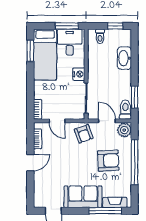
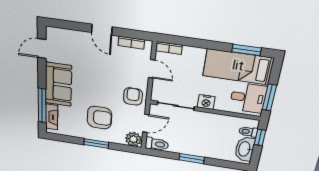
window: (115, 26) -> (260, 137), moved
washbasin: (124, 58) -> (245, 149), moved, turned -90
window: (135, 97) -> (192, 159), moved
door: (57, 121) -> (152, 69), swing flipped
armchair: (84, 134) -> (133, 96), turned 110
armchair: (108, 161) -> (99, 118), turned -87
window: (135, 162) -> (96, 143), width x0.47

